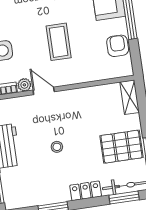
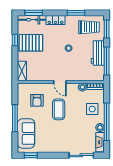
armchair: (118, 46) -> (37, 100), moved
door: (44, 91) -> (60, 82), moved
trolley: (28, 187) -> (89, 27), added

